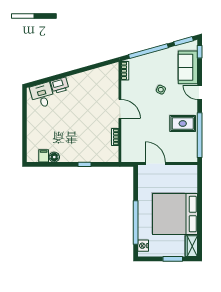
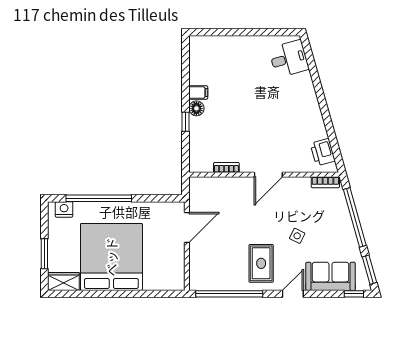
printer: (60, 85) -> (323, 152), moved
rug: (183, 124) -> (261, 263), moved
filing cabinet: (44, 156) -> (198, 93), moved
floor lamp: (54, 157) -> (196, 108), moved

